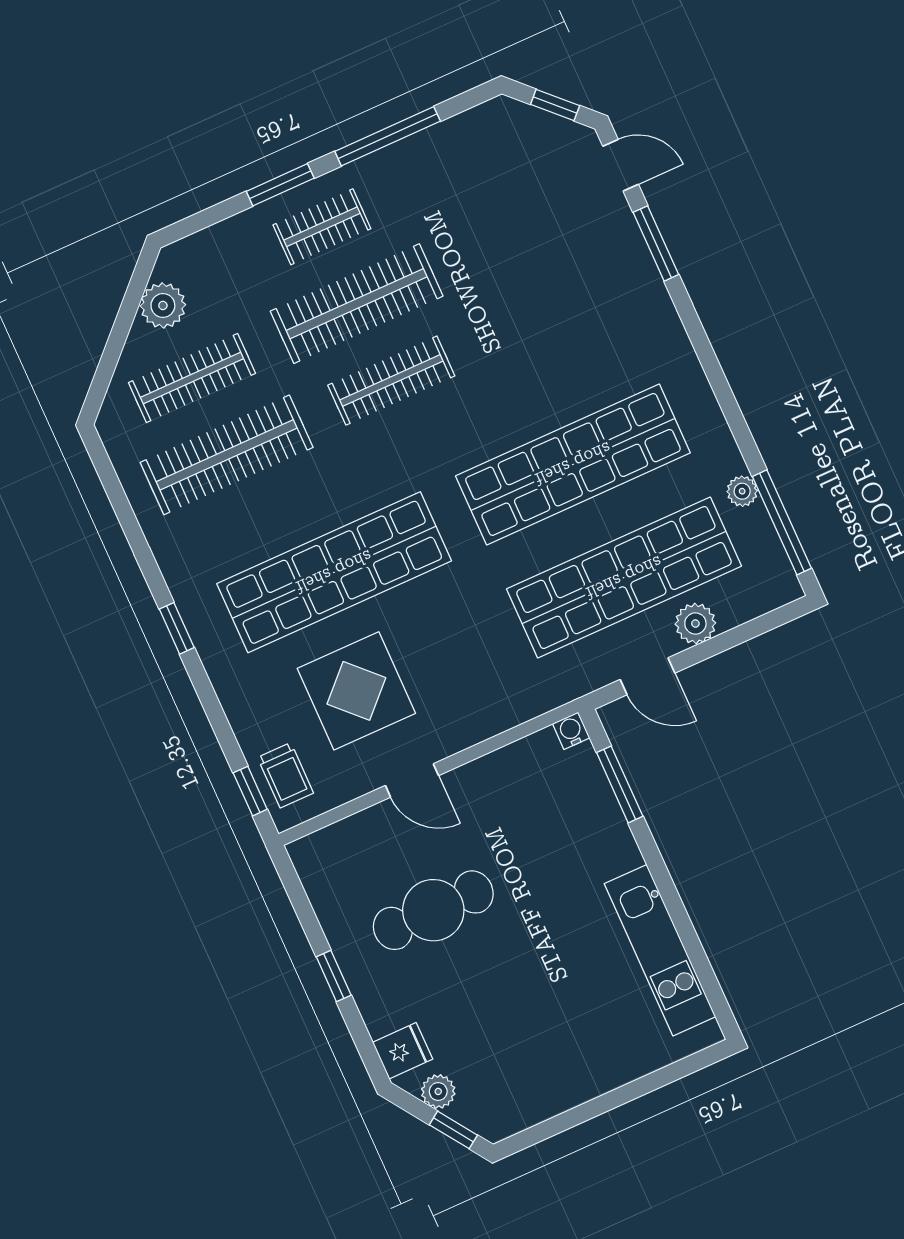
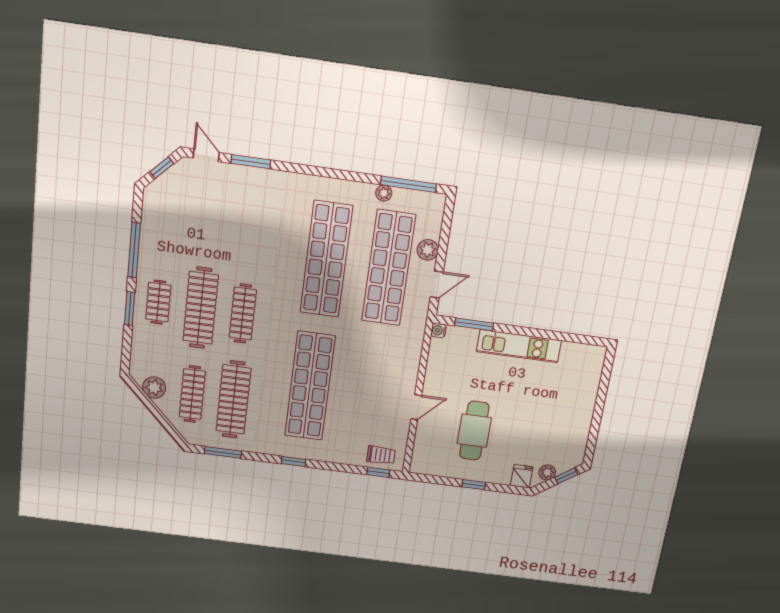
door: (621, 165) -> (206, 155), hinge flipped
window: (116, 494) -> (223, 452), added
display table: (356, 691) -> (365, 407), removed
kitchen unit: (660, 950) -> (519, 346), moved

